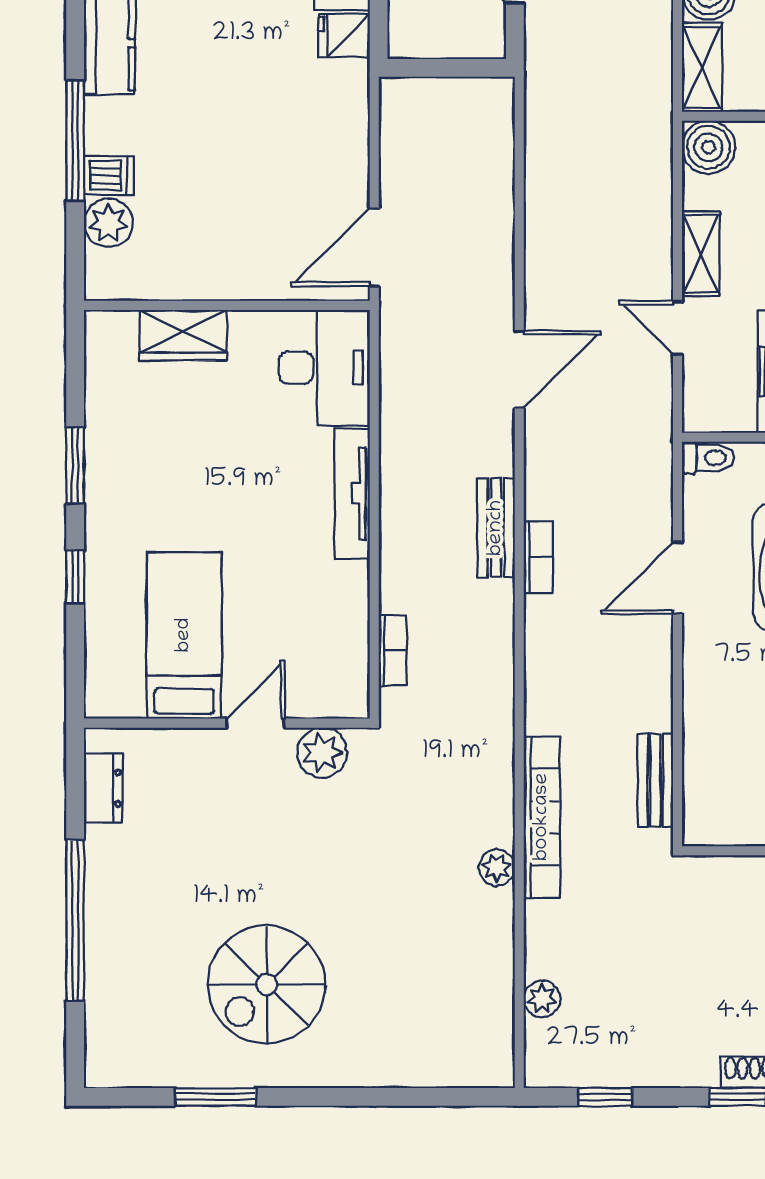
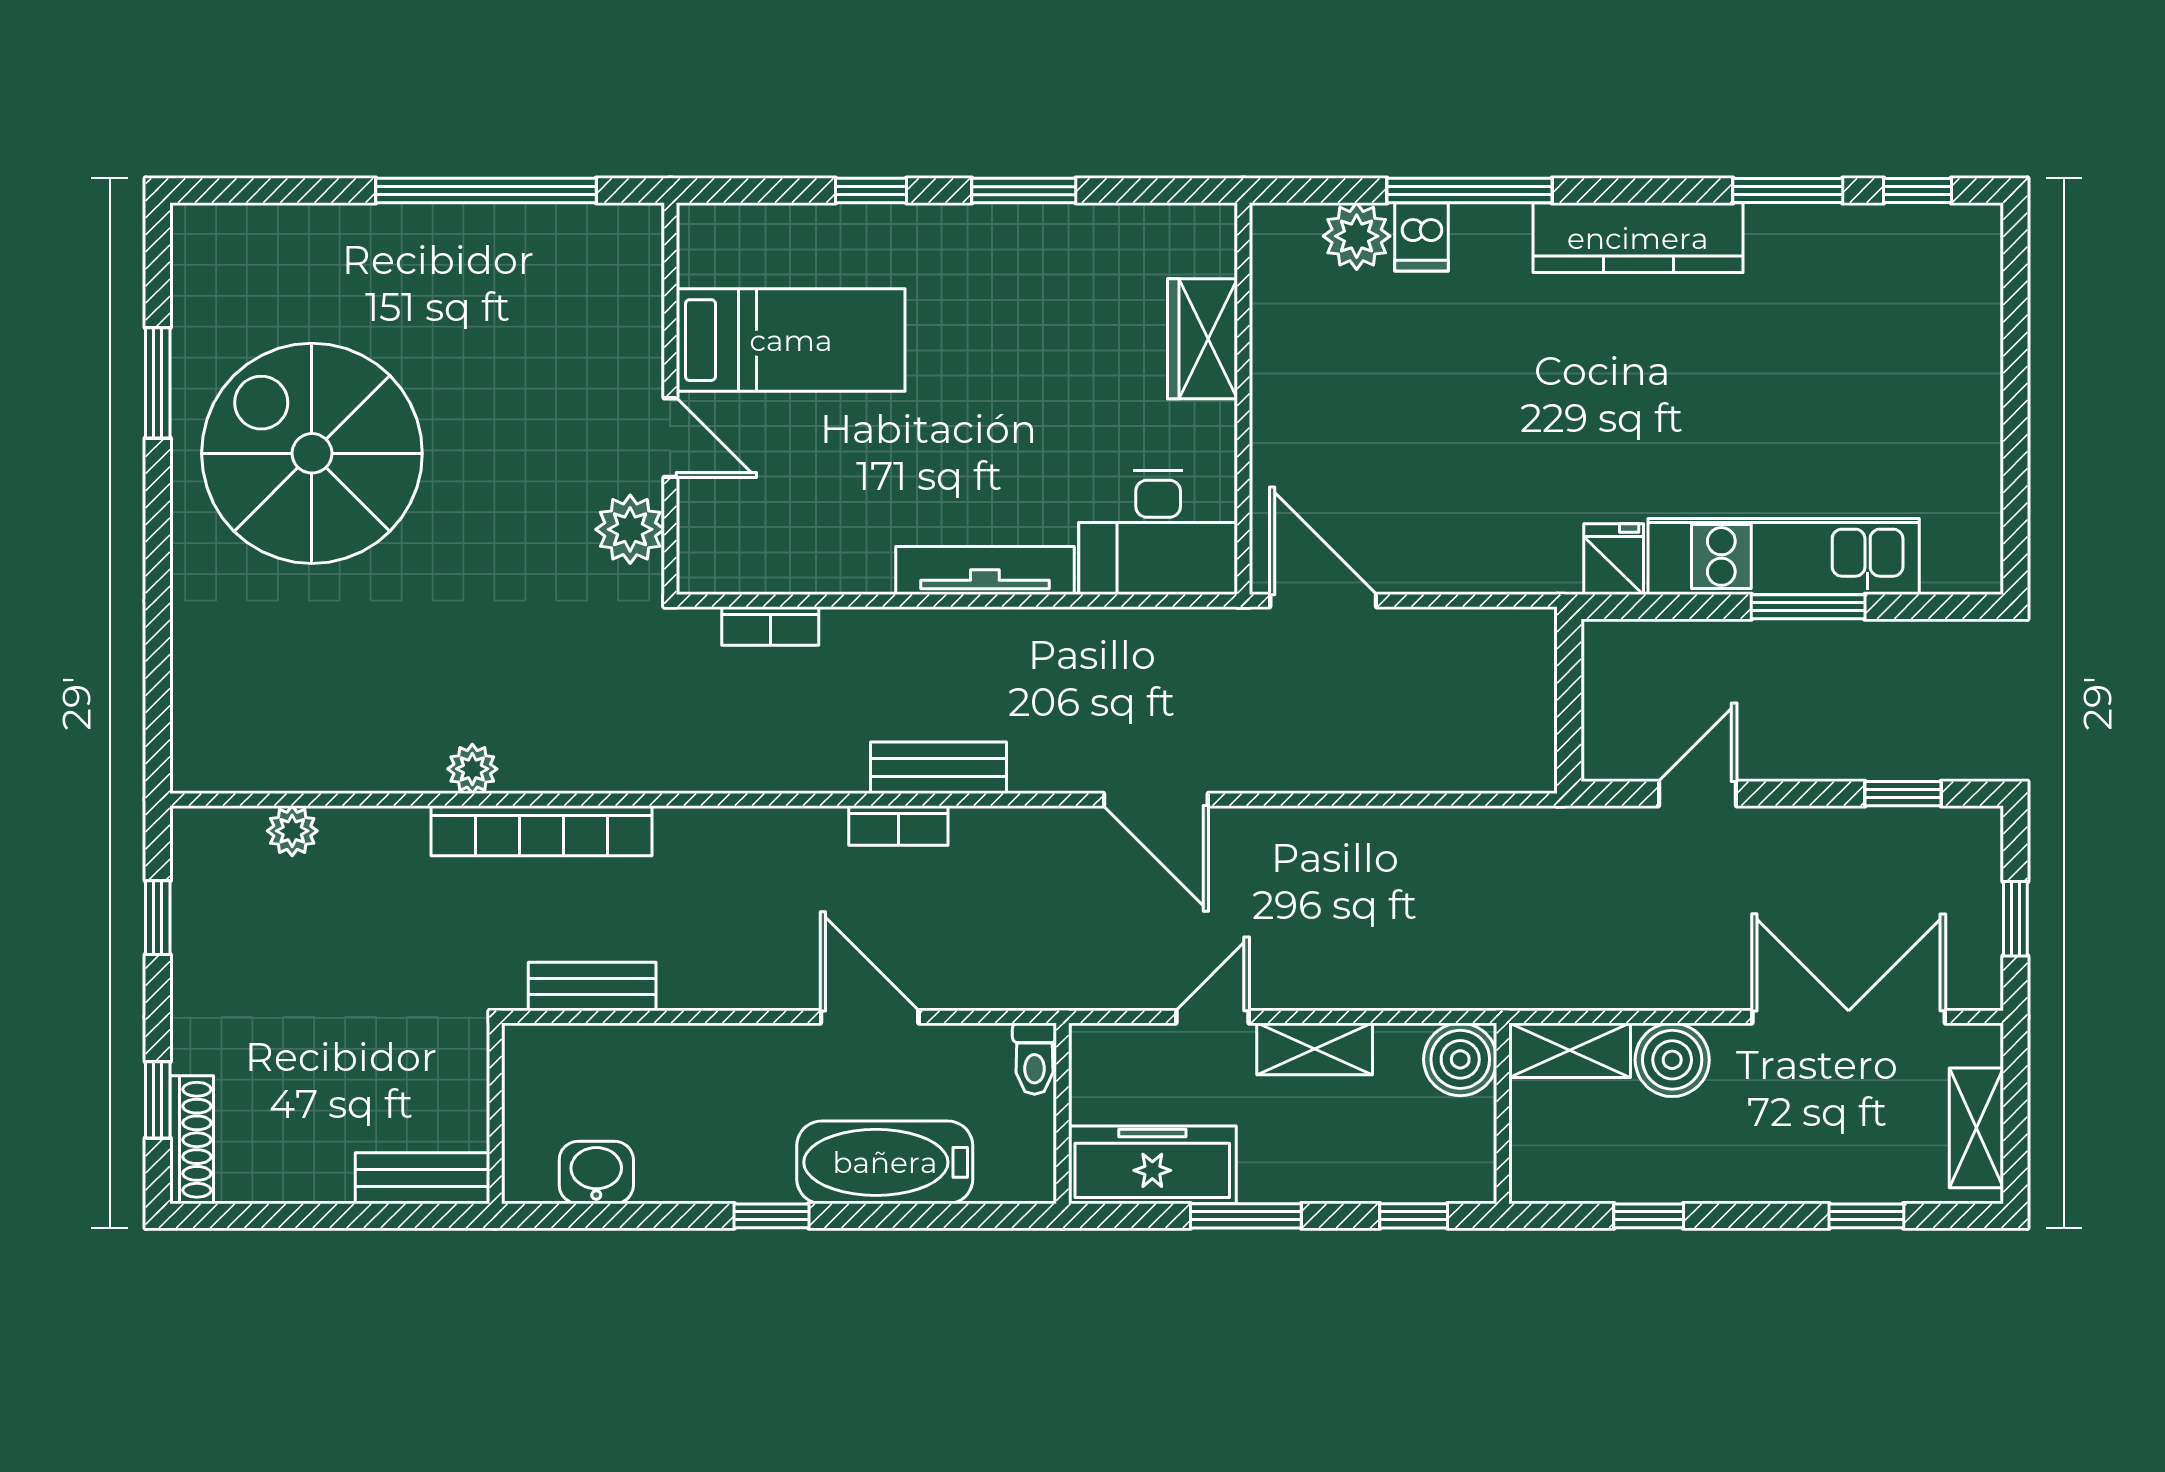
dresser: (103, 788) -> (581, 229), removed
window: (75, 920) -> (486, 191), moved
spiral stairs: (267, 985) -> (312, 453), width x1.37, depth x1.37

